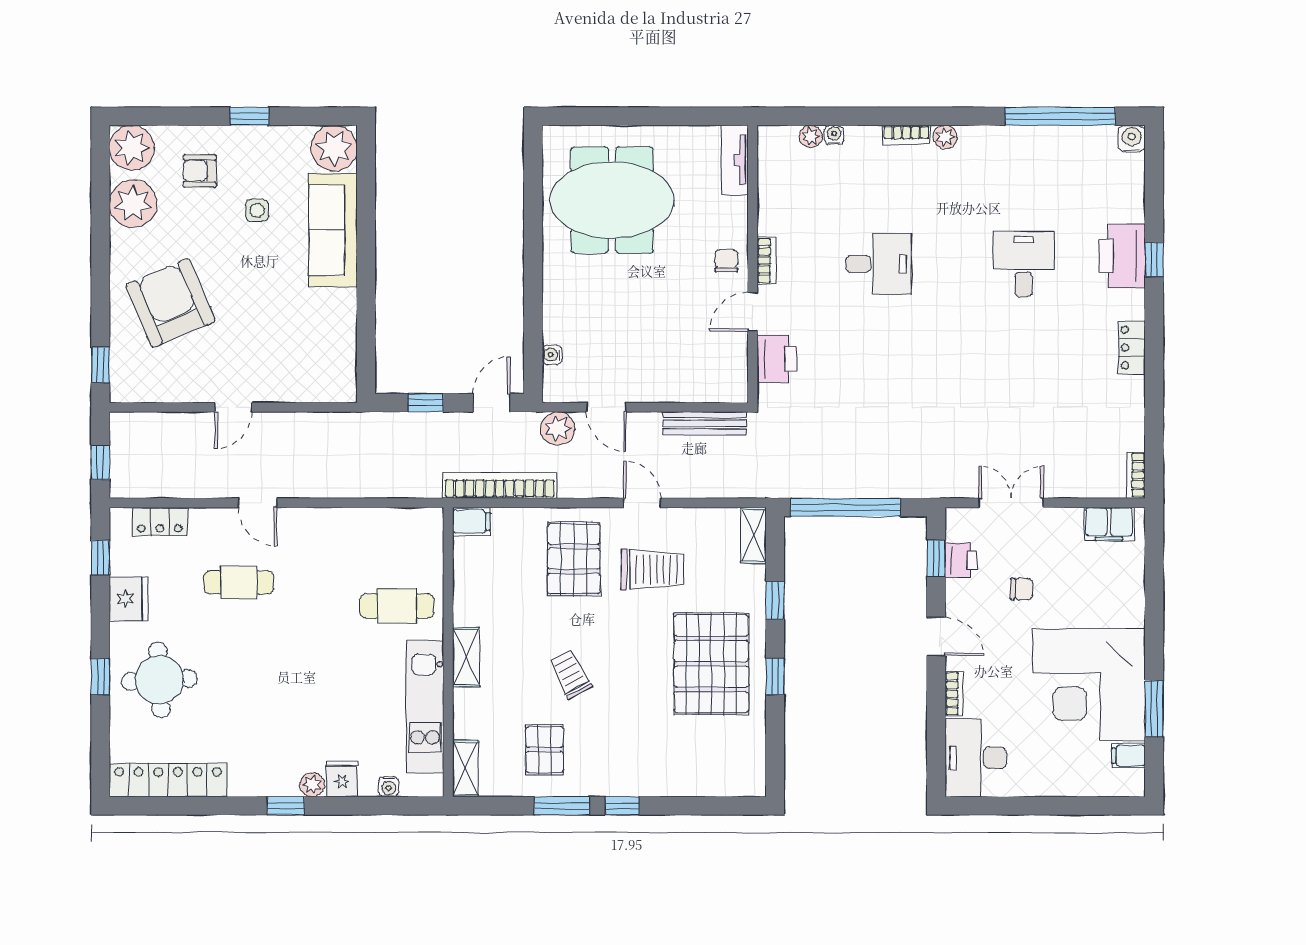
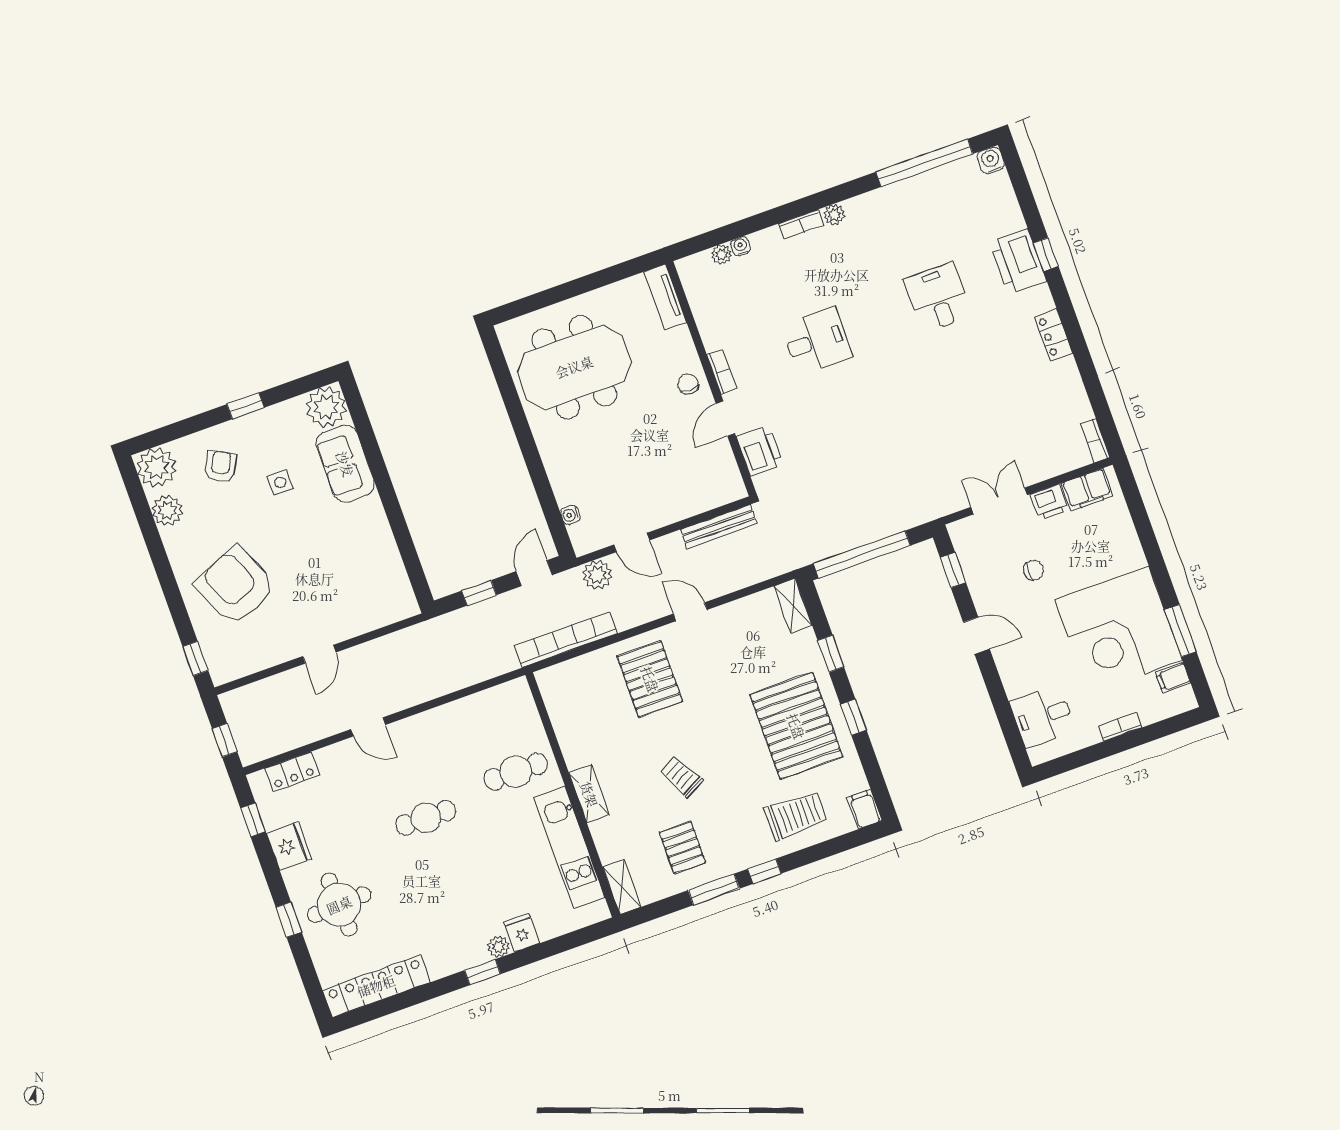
armchair: (200, 171) -> (220, 467), turned 118
plant: (133, 204) -> (167, 510), width x0.73, depth x0.73
sofa: (333, 230) -> (345, 464), width x0.73
filing cabinet: (471, 521) -> (865, 809), moved, turned -90
printer: (961, 560) -> (1049, 502), moved, turned 90
trolley: (653, 570) -> (796, 815), moved
cafe table: (239, 582) -> (426, 818), moved
bookcase: (954, 694) -> (1120, 727), moved, turned -90
desk: (976, 758) -> (1043, 716), width x0.73
water cooler: (389, 787) -> (563, 925), removed

